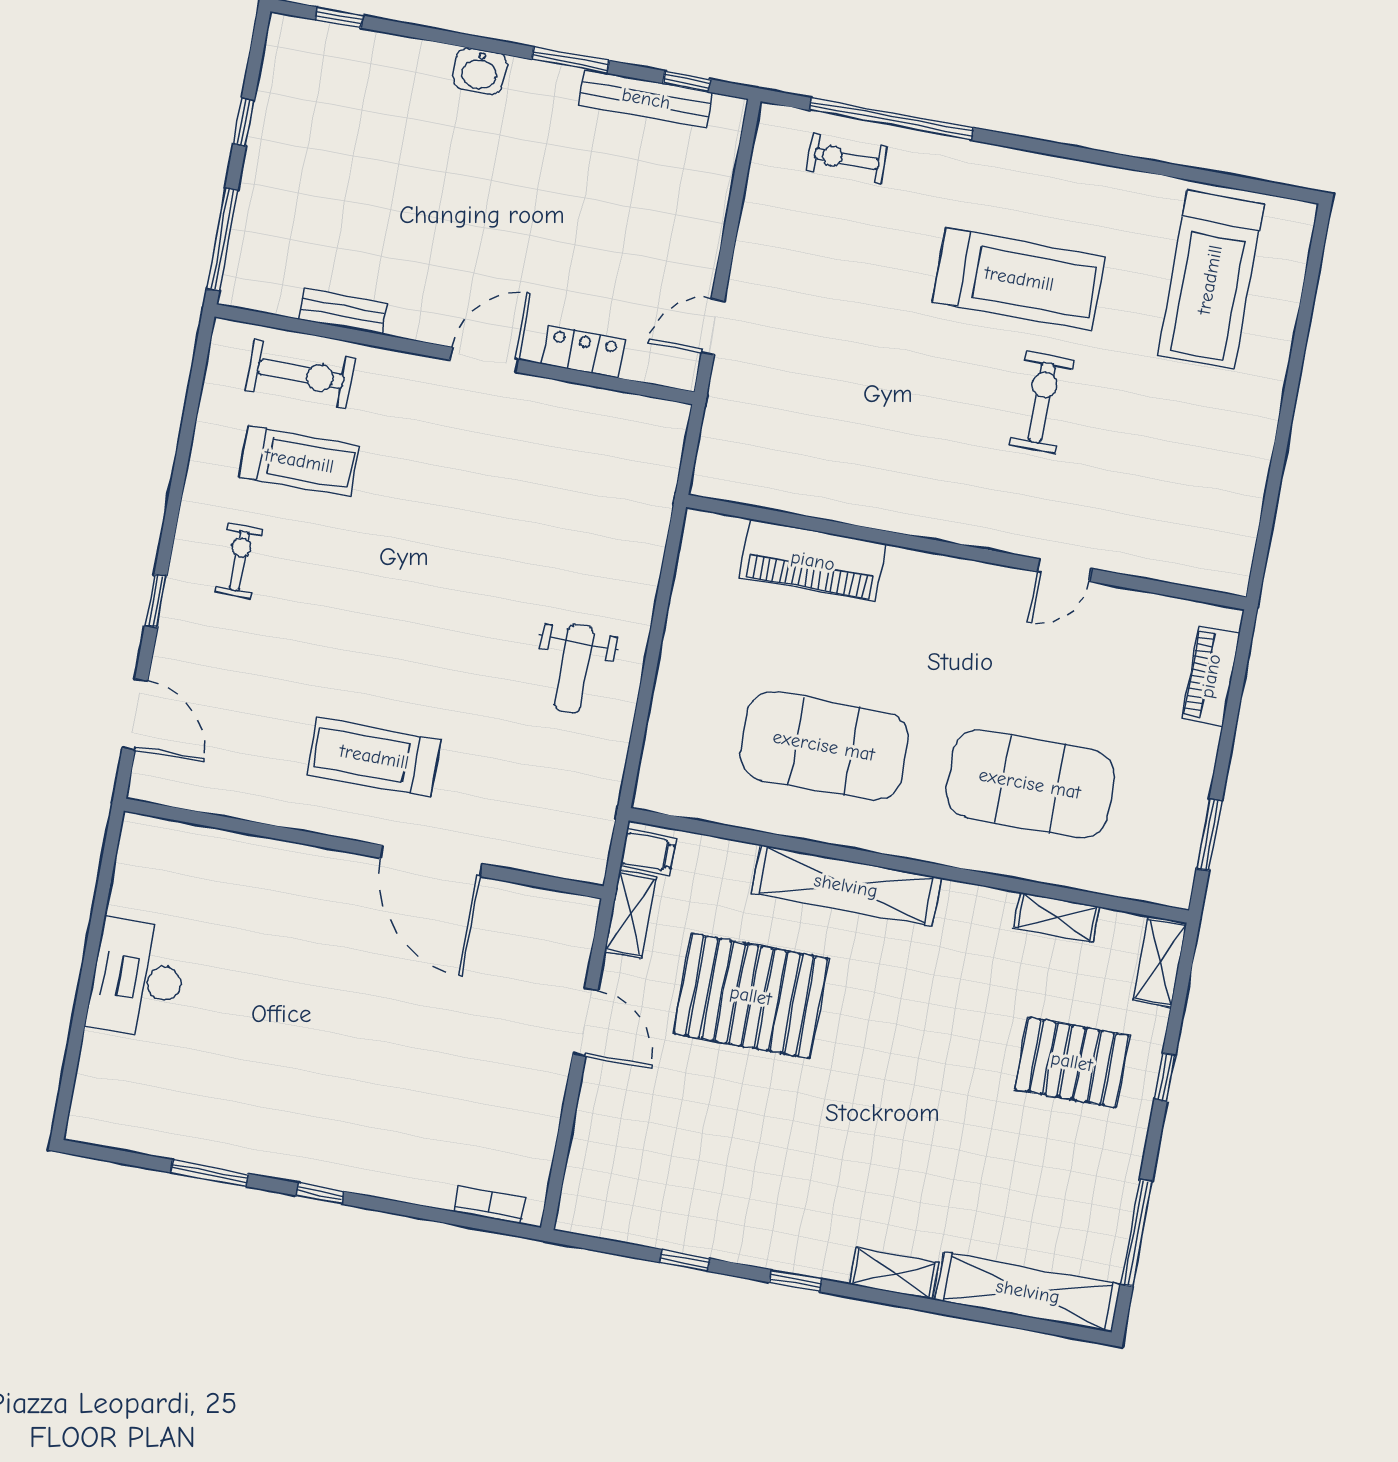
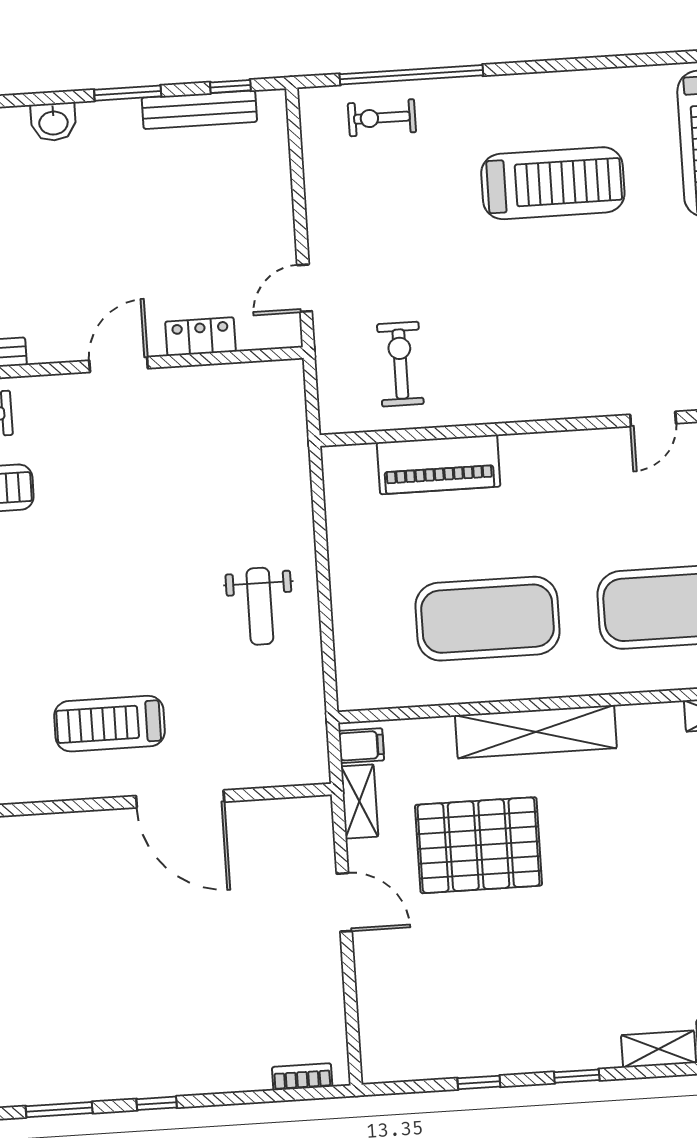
exercise bike: (1041, 403) -> (400, 364), moved

